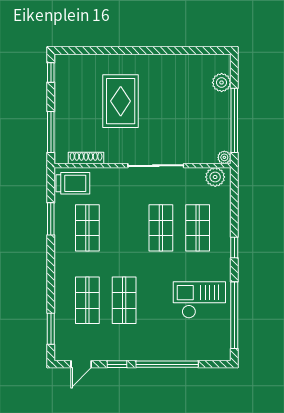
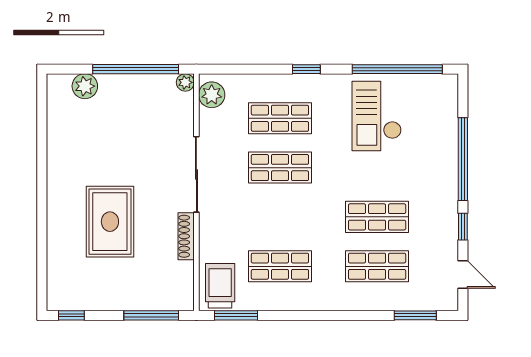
rug: (121, 101) -> (110, 222), turned 90
shoe rack: (86, 158) -> (186, 236), moved
window: (51, 219) -> (236, 315), moved

